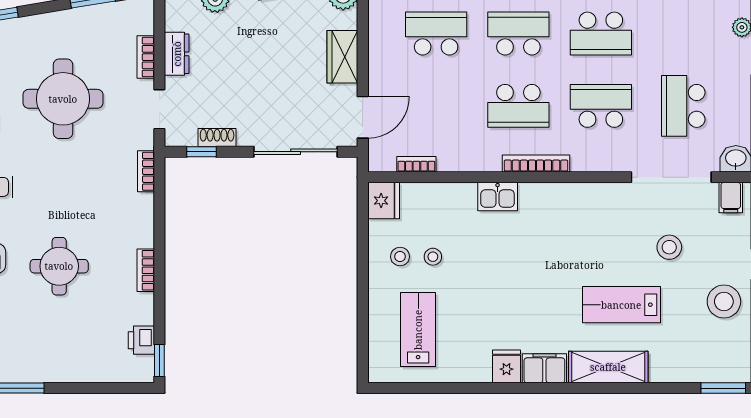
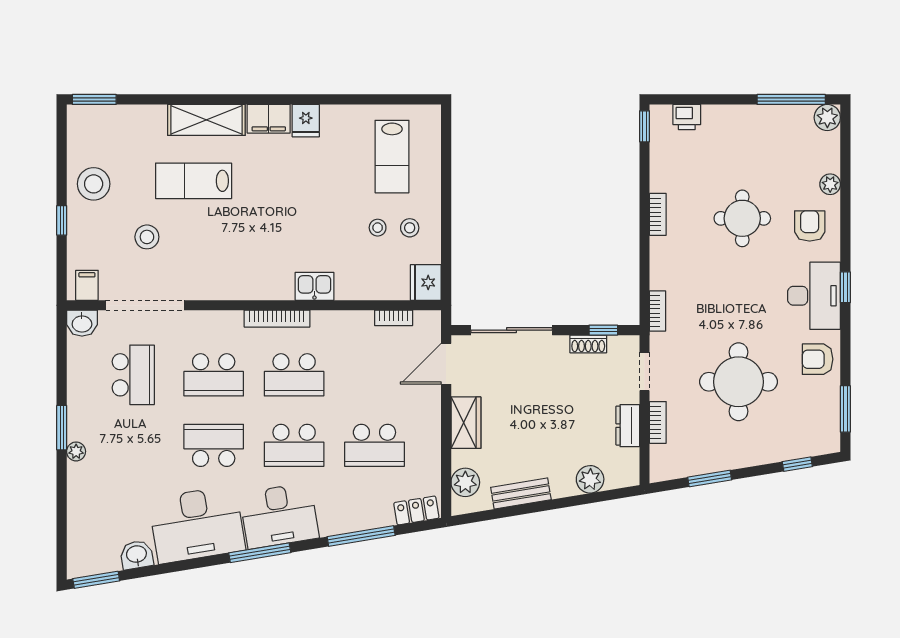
school desk: (518, 106) -> (294, 375), turned 180
lab bench: (621, 305) -> (194, 181), turned 180
printer: (141, 340) -> (687, 117), moved, turned 90

